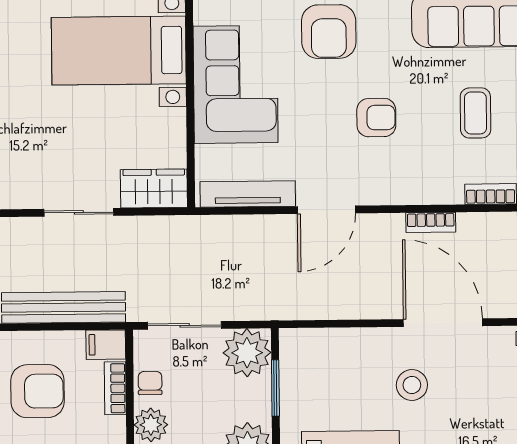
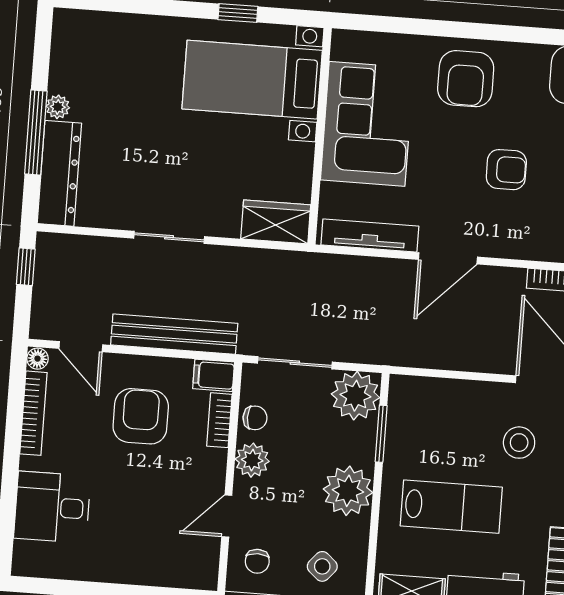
sliding door: (79, 212) -> (169, 237), moved
chair: (150, 383) -> (255, 418), turned 90
armchair: (37, 391) -> (141, 416), turned -90

